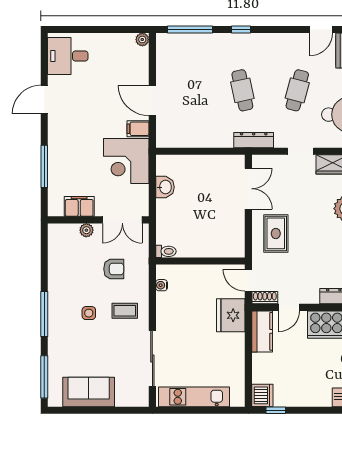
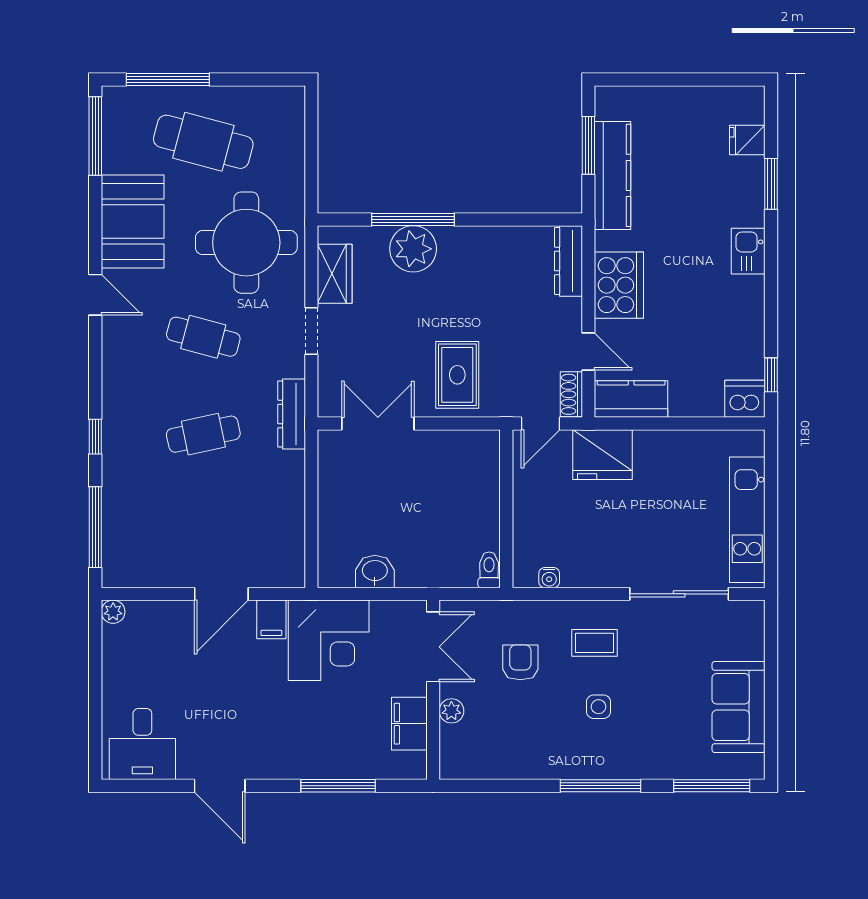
rug: (276, 233) -> (457, 375), turned 90
coffee table: (125, 311) -> (594, 643), turned 90

